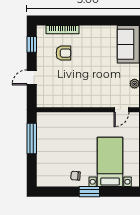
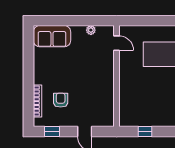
window: (32, 139) -> (145, 131), width x0.46

